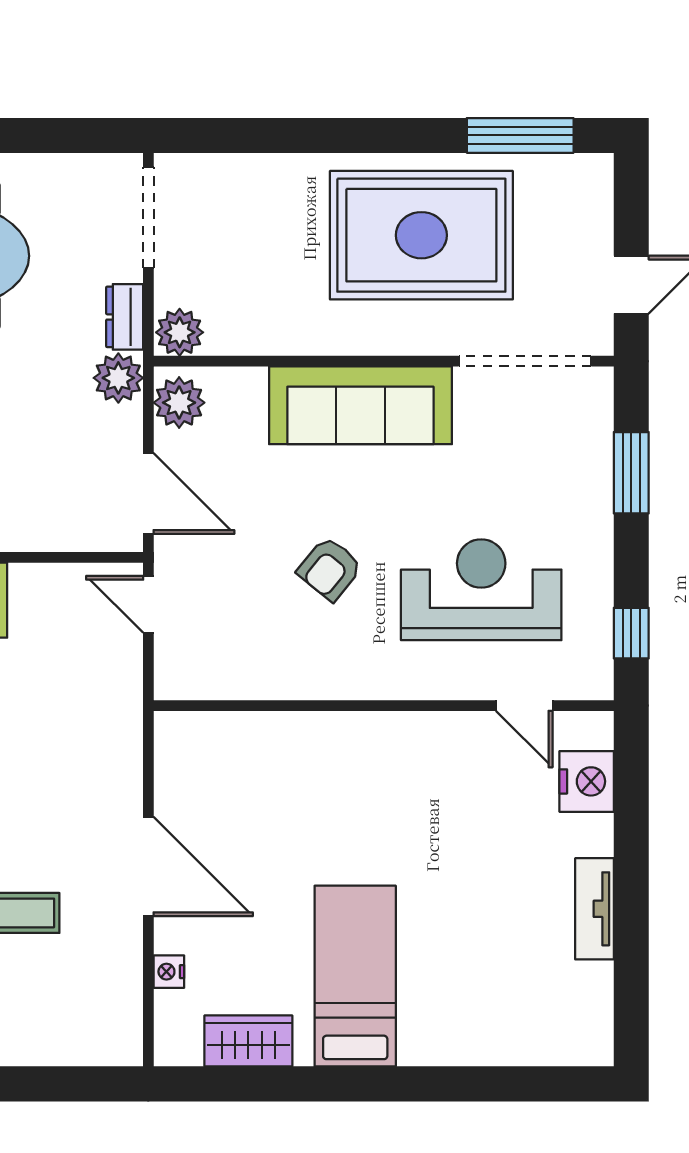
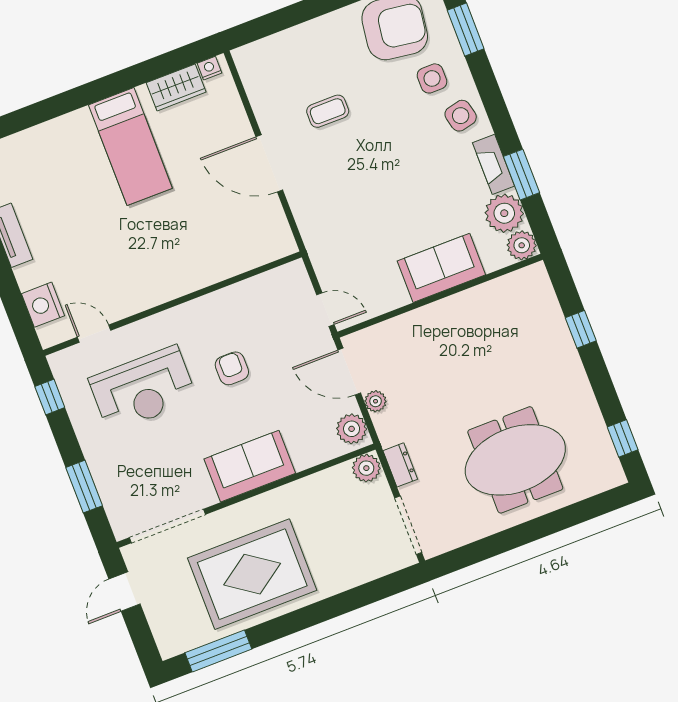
plant: (118, 378) -> (376, 401), moved, width x0.73, depth x0.73
sofa: (360, 405) -> (250, 466), width x0.73
armchair: (330, 569) -> (232, 368), turned -39
nightstand: (169, 972) -> (209, 68), moved, turned -90

